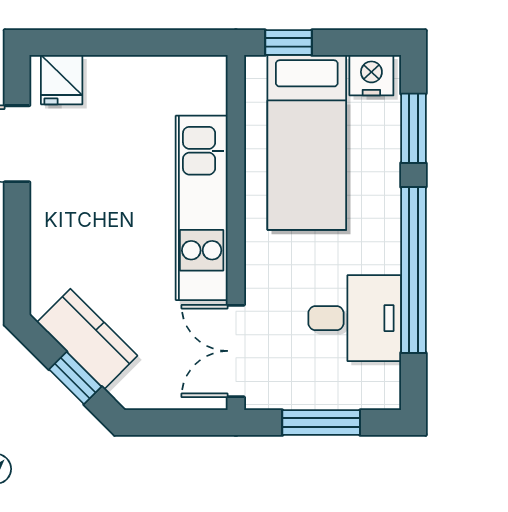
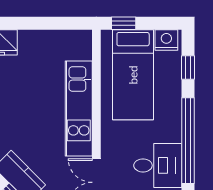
window: (413, 128) -> (188, 67), width x0.67

